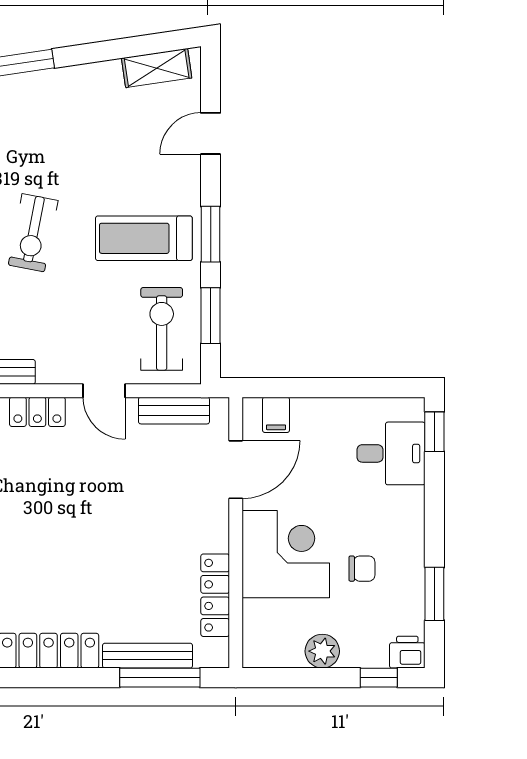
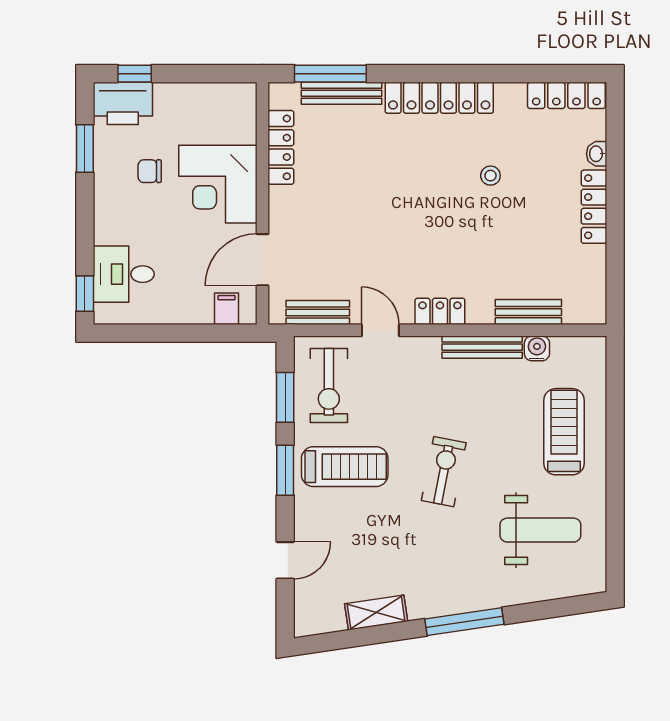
shelving: (157, 68) -> (376, 613), moved
plant: (322, 651) -> (185, 97), removed
printer: (407, 652) -> (123, 103), width x1.87, depth x1.48

